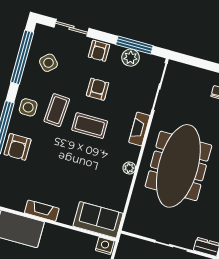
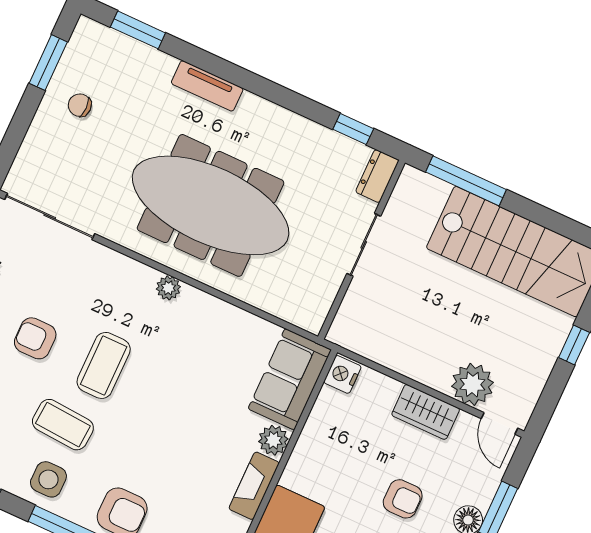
fireplace: (139, 129) -> (126, 270), removed
plant: (129, 168) -> (168, 288), moved
plant: (66, 217) -> (273, 440), added

